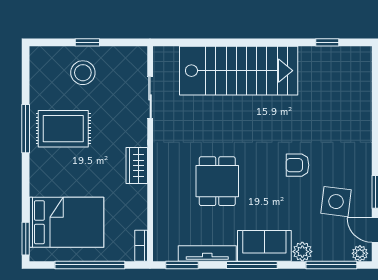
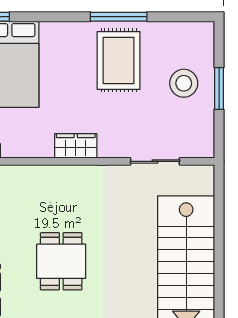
window: (87, 42) -> (219, 89), width x1.50
dining table: (217, 181) -> (61, 261), moved, turned 90

